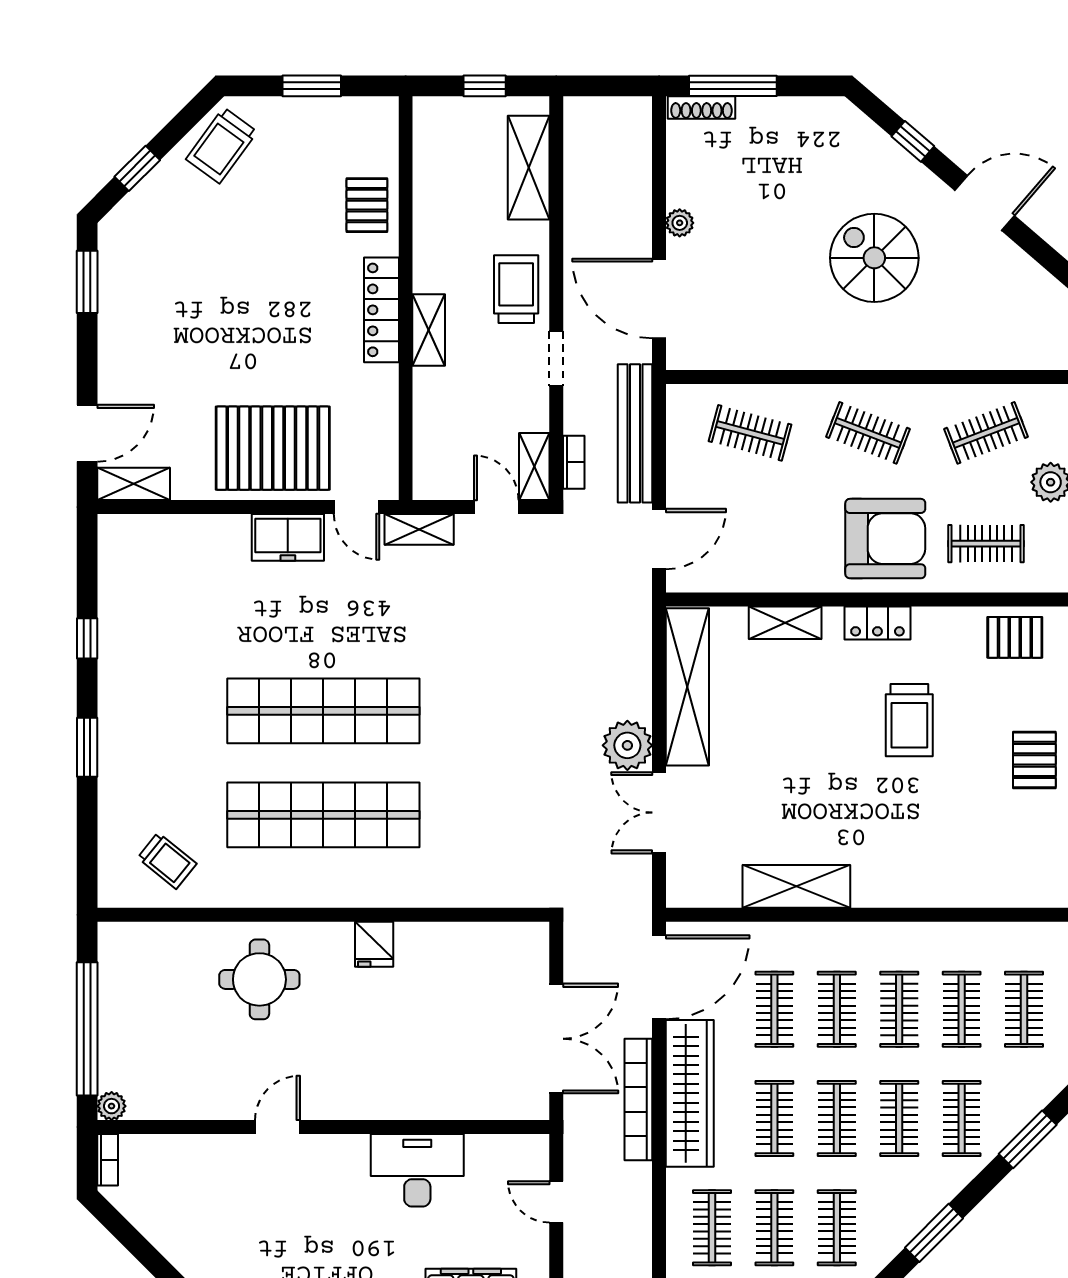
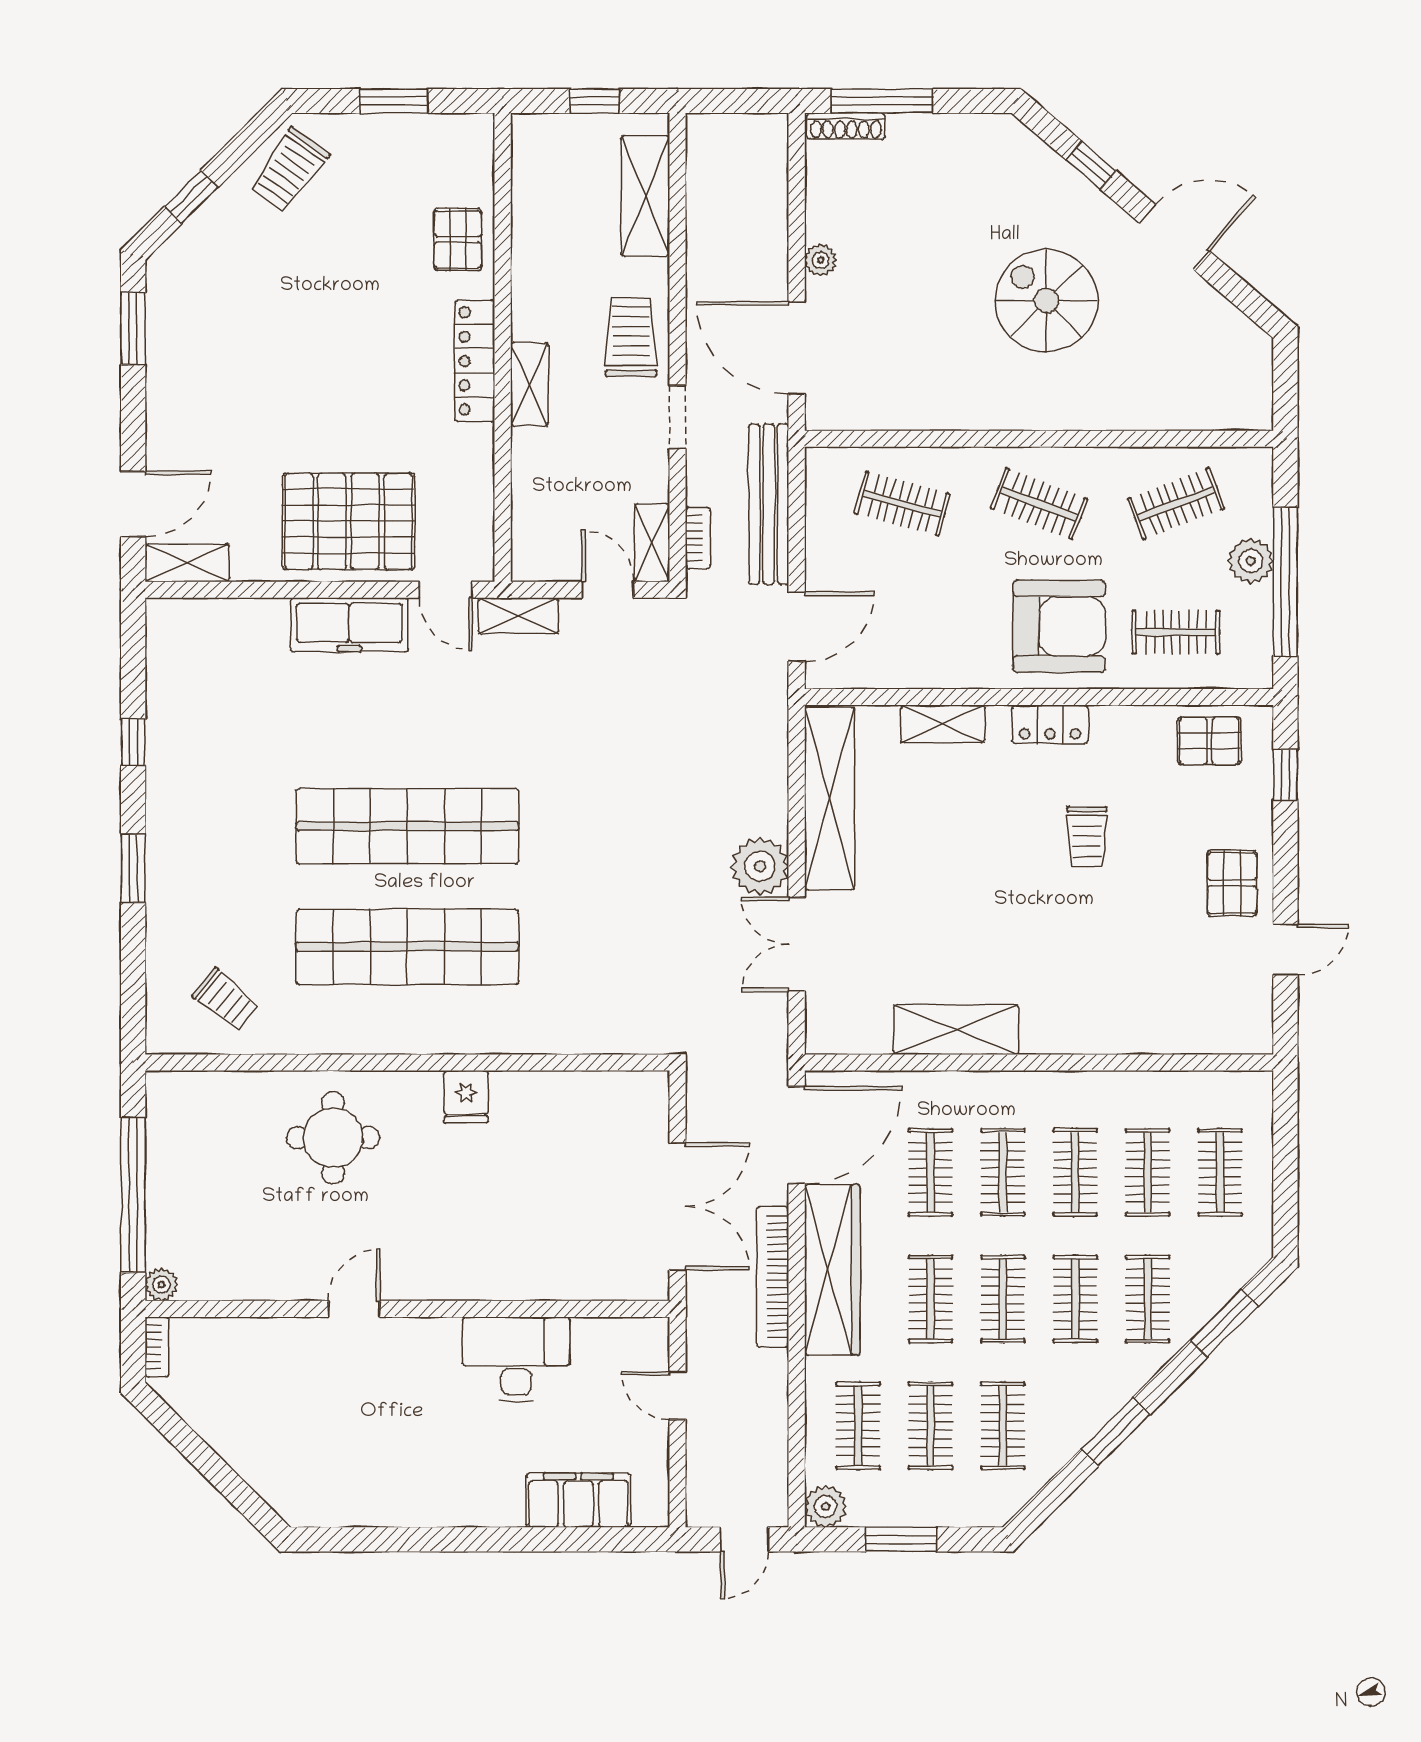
freezer: (288, 537) -> (349, 625), width x1.40
trolley: (909, 720) -> (1087, 837), width x0.73, depth x0.72

